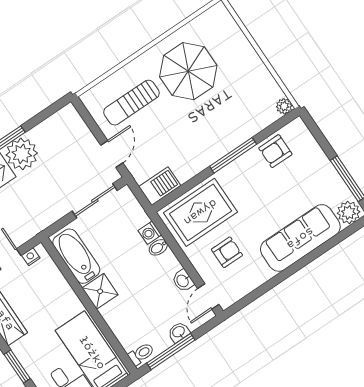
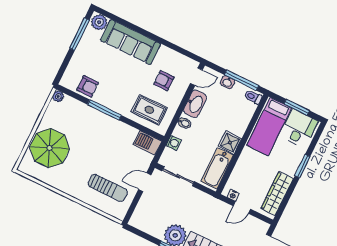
parasol: (188, 71) -> (50, 148), moved
rug: (200, 212) -> (149, 110), width x0.73, depth x0.70
washing machine: (150, 233) -> (174, 143), moved
washbasin: (183, 281) -> (195, 104), width x1.91, depth x1.45

